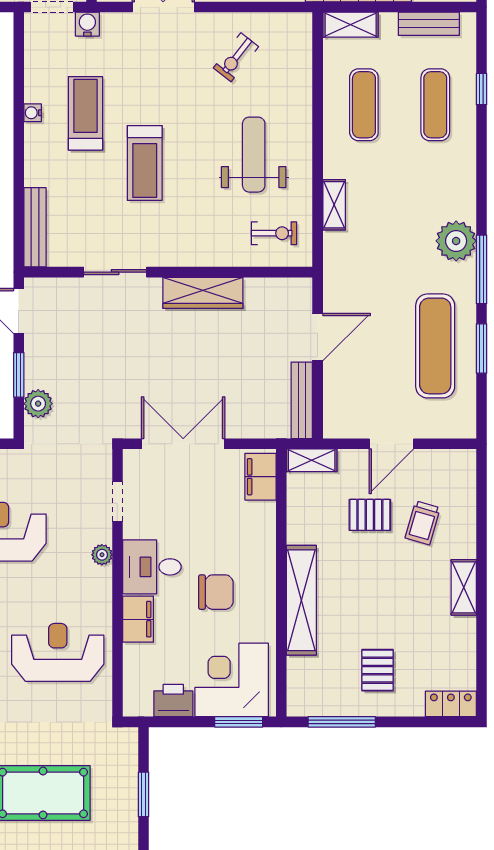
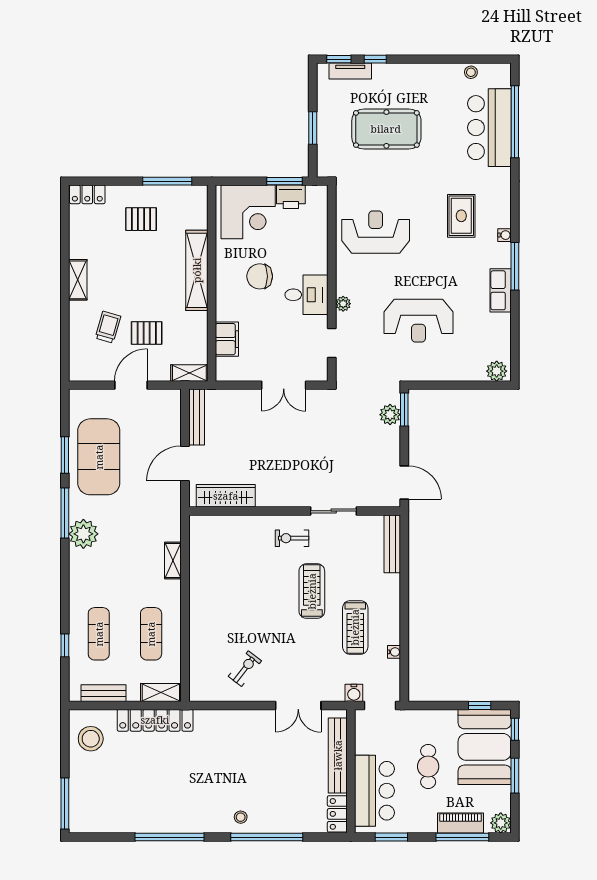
water cooler: (33, 113) -> (394, 652), moved
weight bench: (254, 155) -> (232, 597), removed
exercise bike: (274, 233) -> (292, 538), moved
wardrobe: (203, 293) -> (226, 496), moved
exercise mat: (435, 346) -> (99, 457), width x1.47
window: (19, 375) -> (404, 410), moved
double door: (183, 444) -> (284, 385), width x0.73
filing cabinet: (260, 477) -> (227, 339), moved
filing cabinet: (138, 619) -> (317, 256), removed
reception desk: (58, 652) -> (376, 232), turned 180
pallet: (378, 670) -> (141, 219), turned 90
window: (239, 722) -> (284, 181), moved

